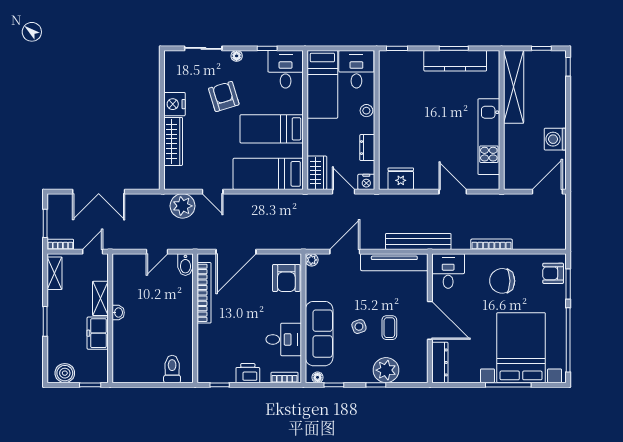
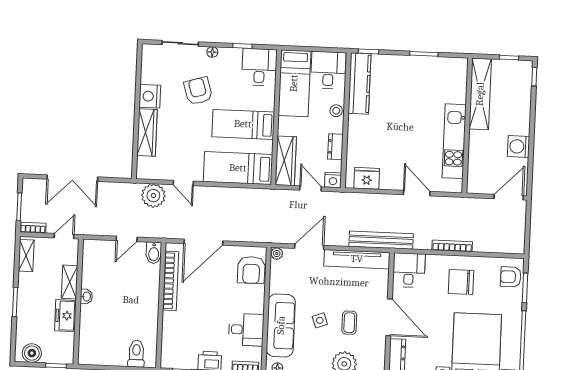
kitchen counter: (455, 61) -> (359, 83), moved, turned -90
wardrobe: (317, 173) -> (286, 161), width x1.50

